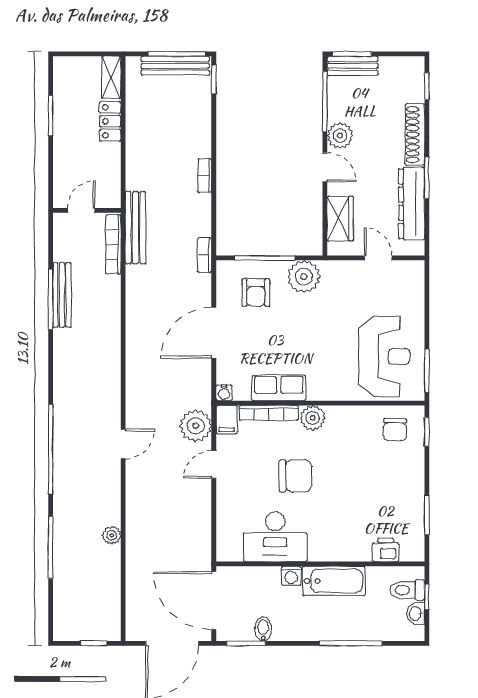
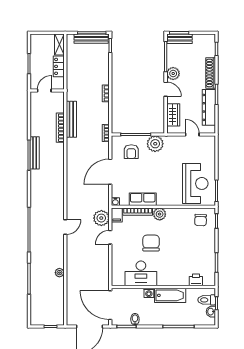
door: (81, 210) -> (44, 90), moved
wall: (87, 210) -> (47, 90), moved
chair: (296, 476) -> (151, 243), turned -90

